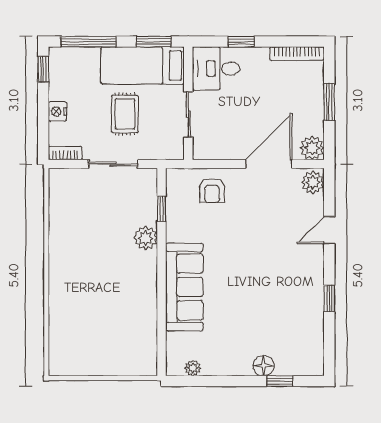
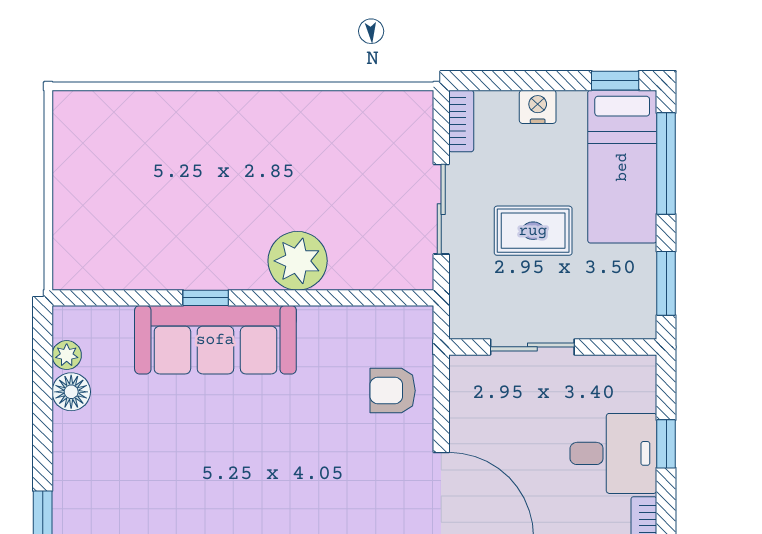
bed: (143, 65) -> (622, 167), moved, turned 180
desk: (216, 69) -> (613, 453), moved, turned 90
window: (162, 209) -> (206, 298), moved
plant: (146, 238) -> (298, 261), width x1.36, depth x1.36
floor lamp: (264, 366) -> (71, 392), moved

